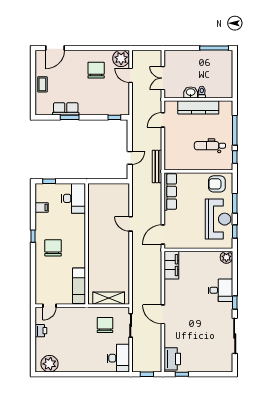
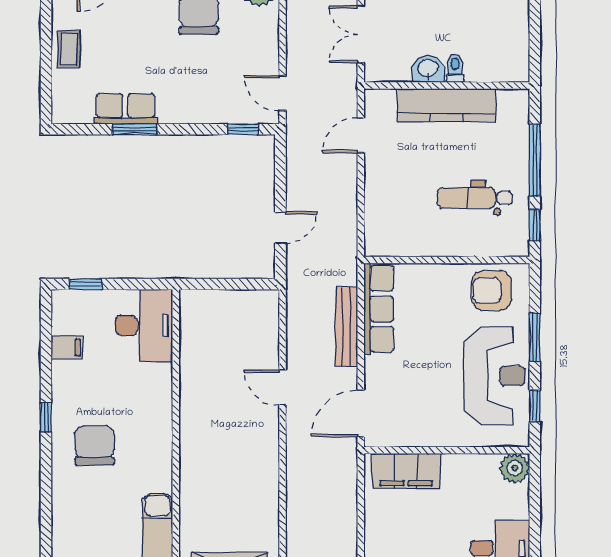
door: (131, 75) -> (283, 93), moved
bench: (157, 167) -> (346, 327), moved
filing cabinet: (171, 265) -> (406, 471), moved, turned 90

